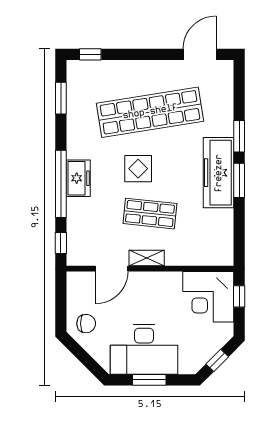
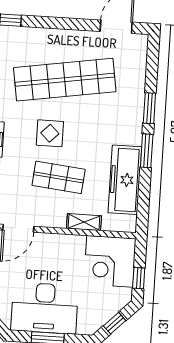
freezer: (219, 173) -> (125, 180), moved
shelving: (147, 258) -> (84, 222), moved
window: (239, 296) -> (139, 278), moved

